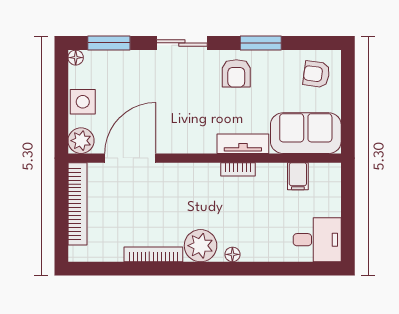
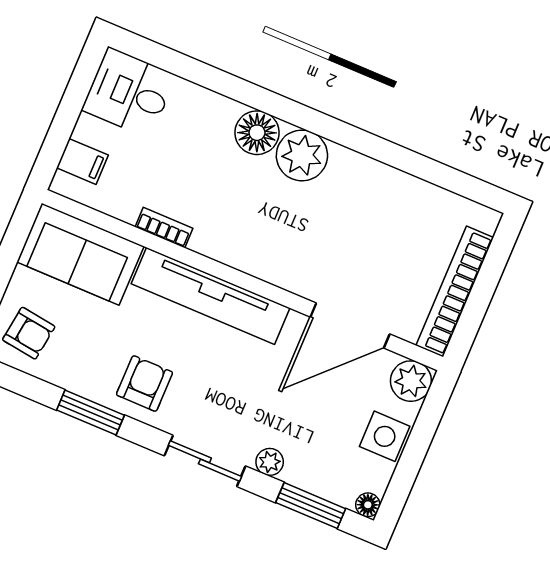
plant: (144, 58) -> (270, 462), added
tv unit: (243, 144) -> (211, 296), width x1.92, depth x1.29
bookcase: (238, 169) -> (164, 228), moved
filing cabinet: (298, 176) -> (82, 161), moved, turned 90
bookcase: (153, 254) -> (376, 172), removed
floor lamp: (232, 254) -> (257, 133), width x1.89, depth x1.89

